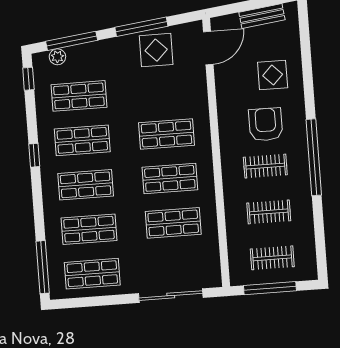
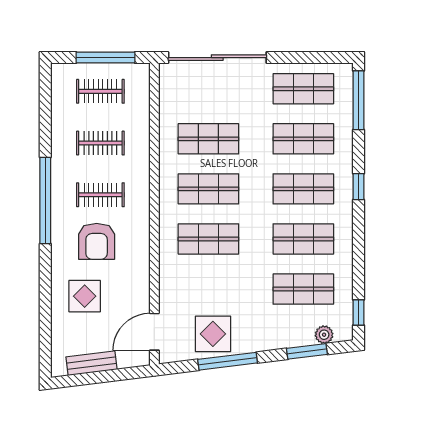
window: (72, 41) -> (307, 351), width x0.69
window: (34, 155) -> (358, 187), moved
sliding door: (171, 296) -> (217, 58), width x1.36

